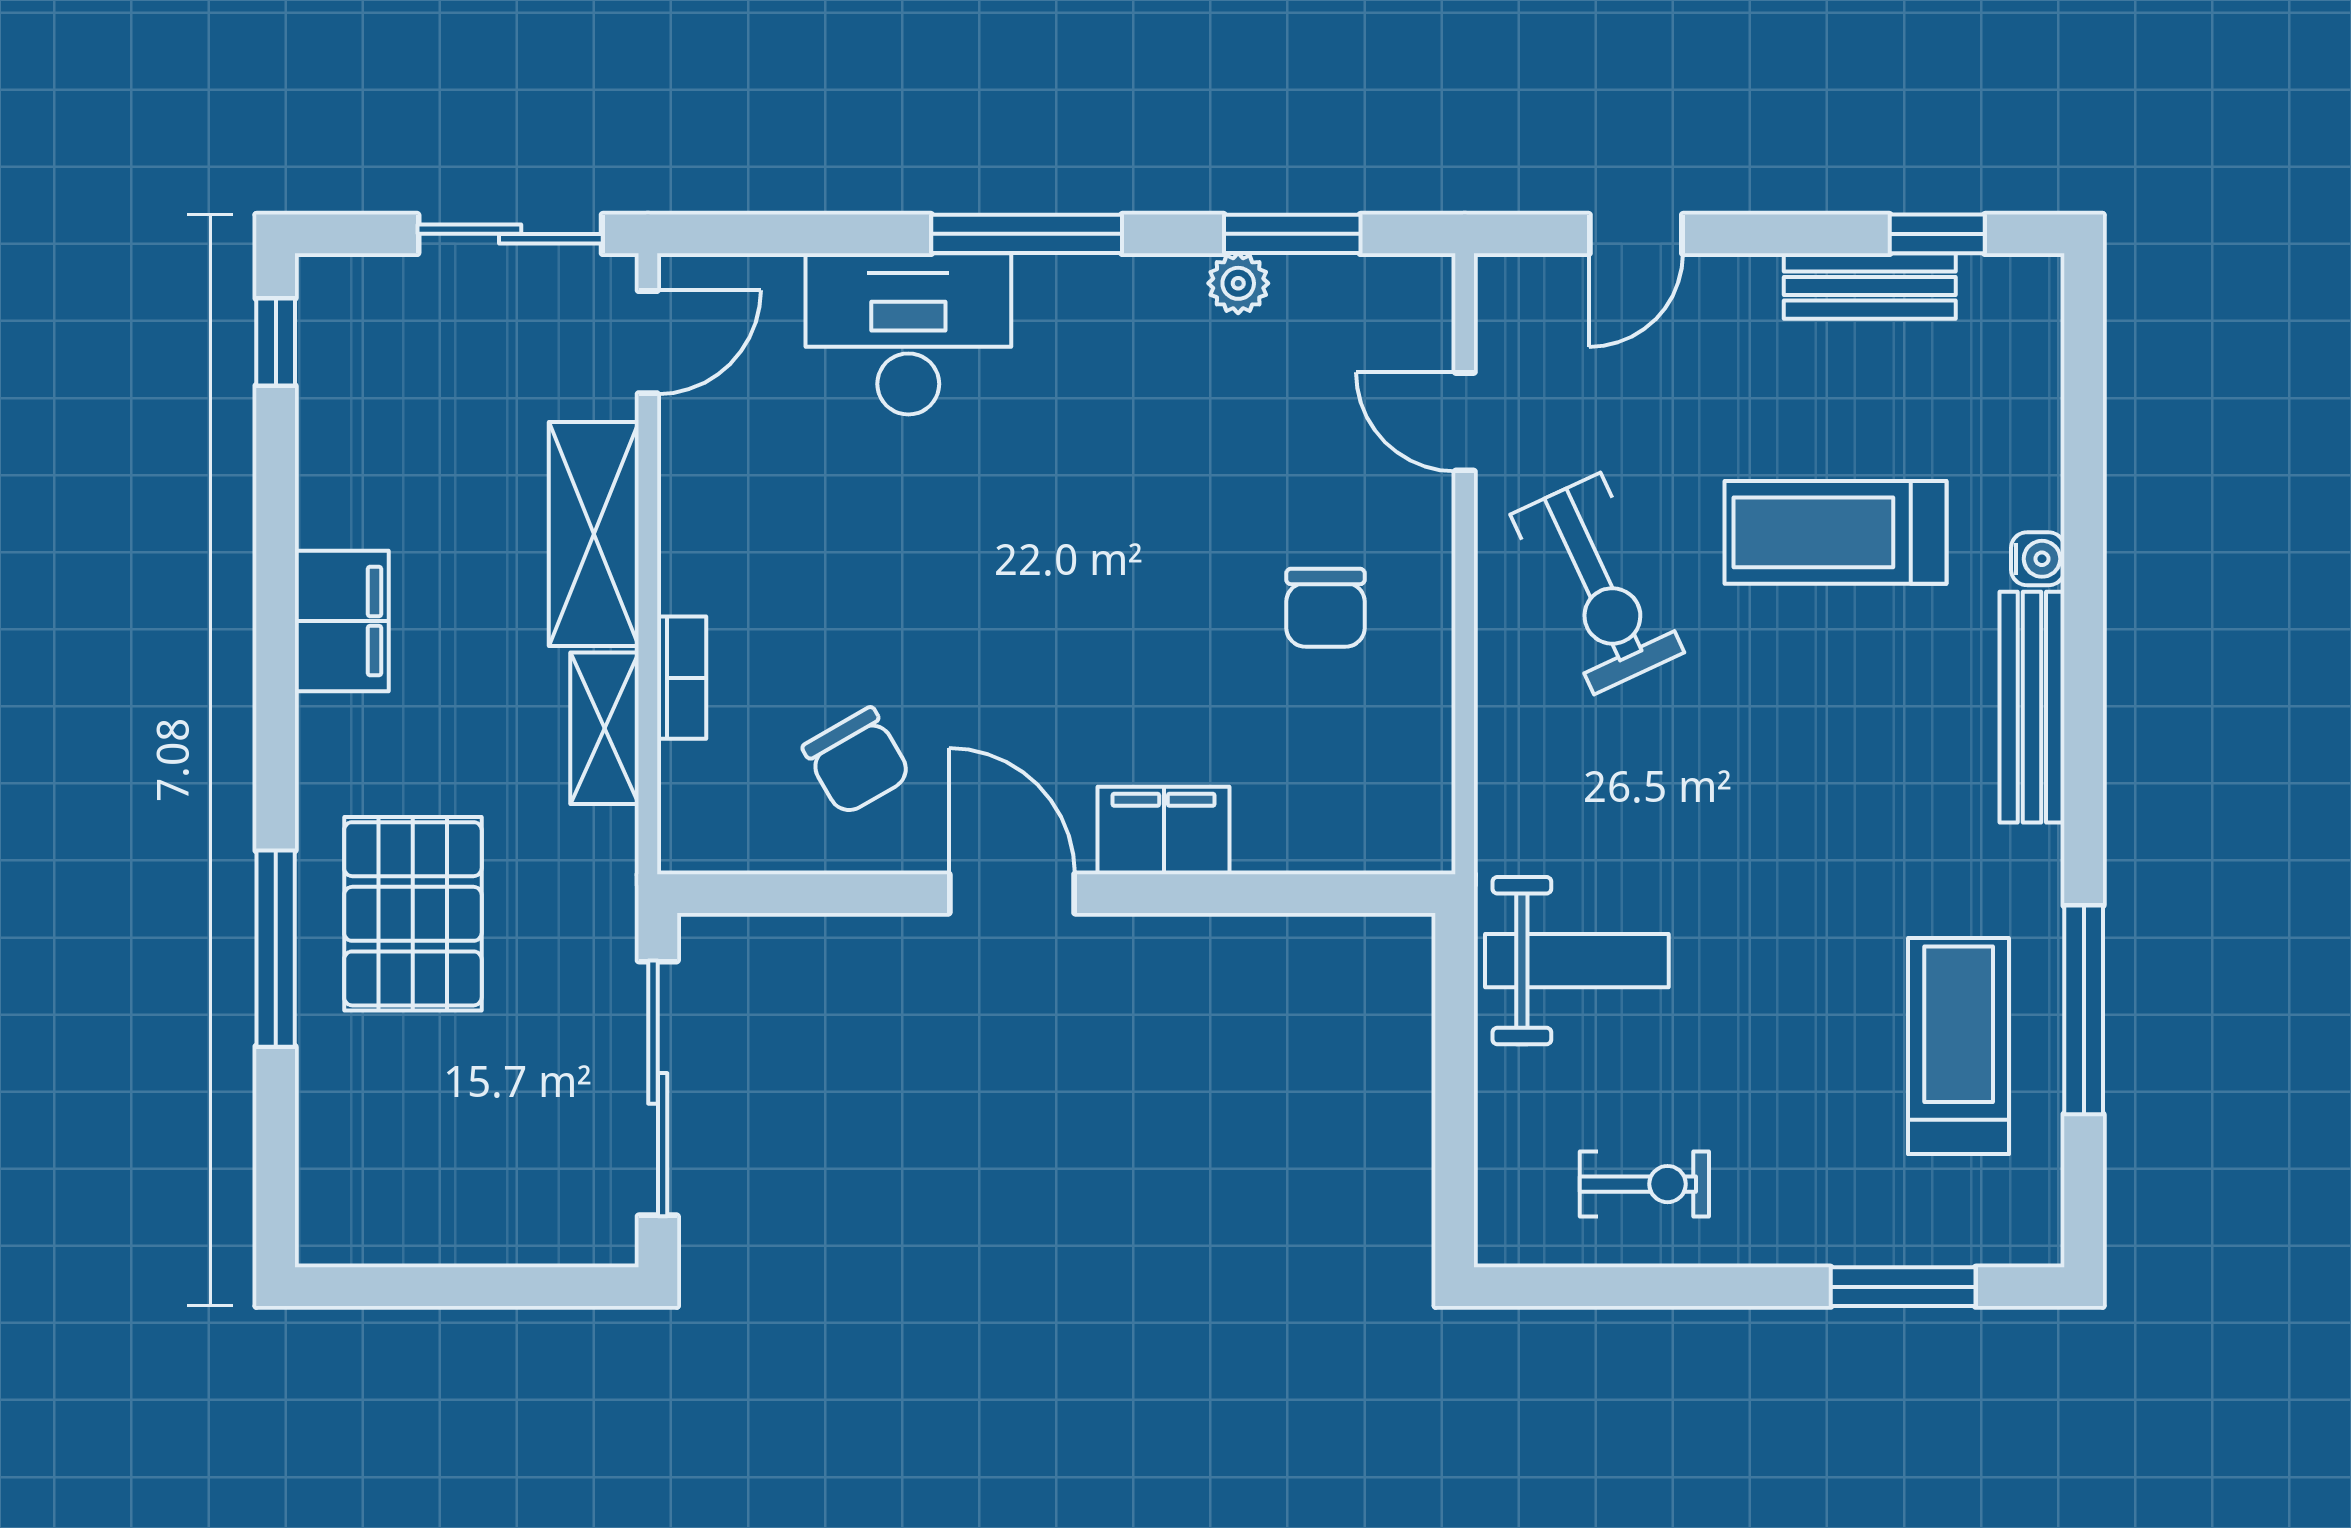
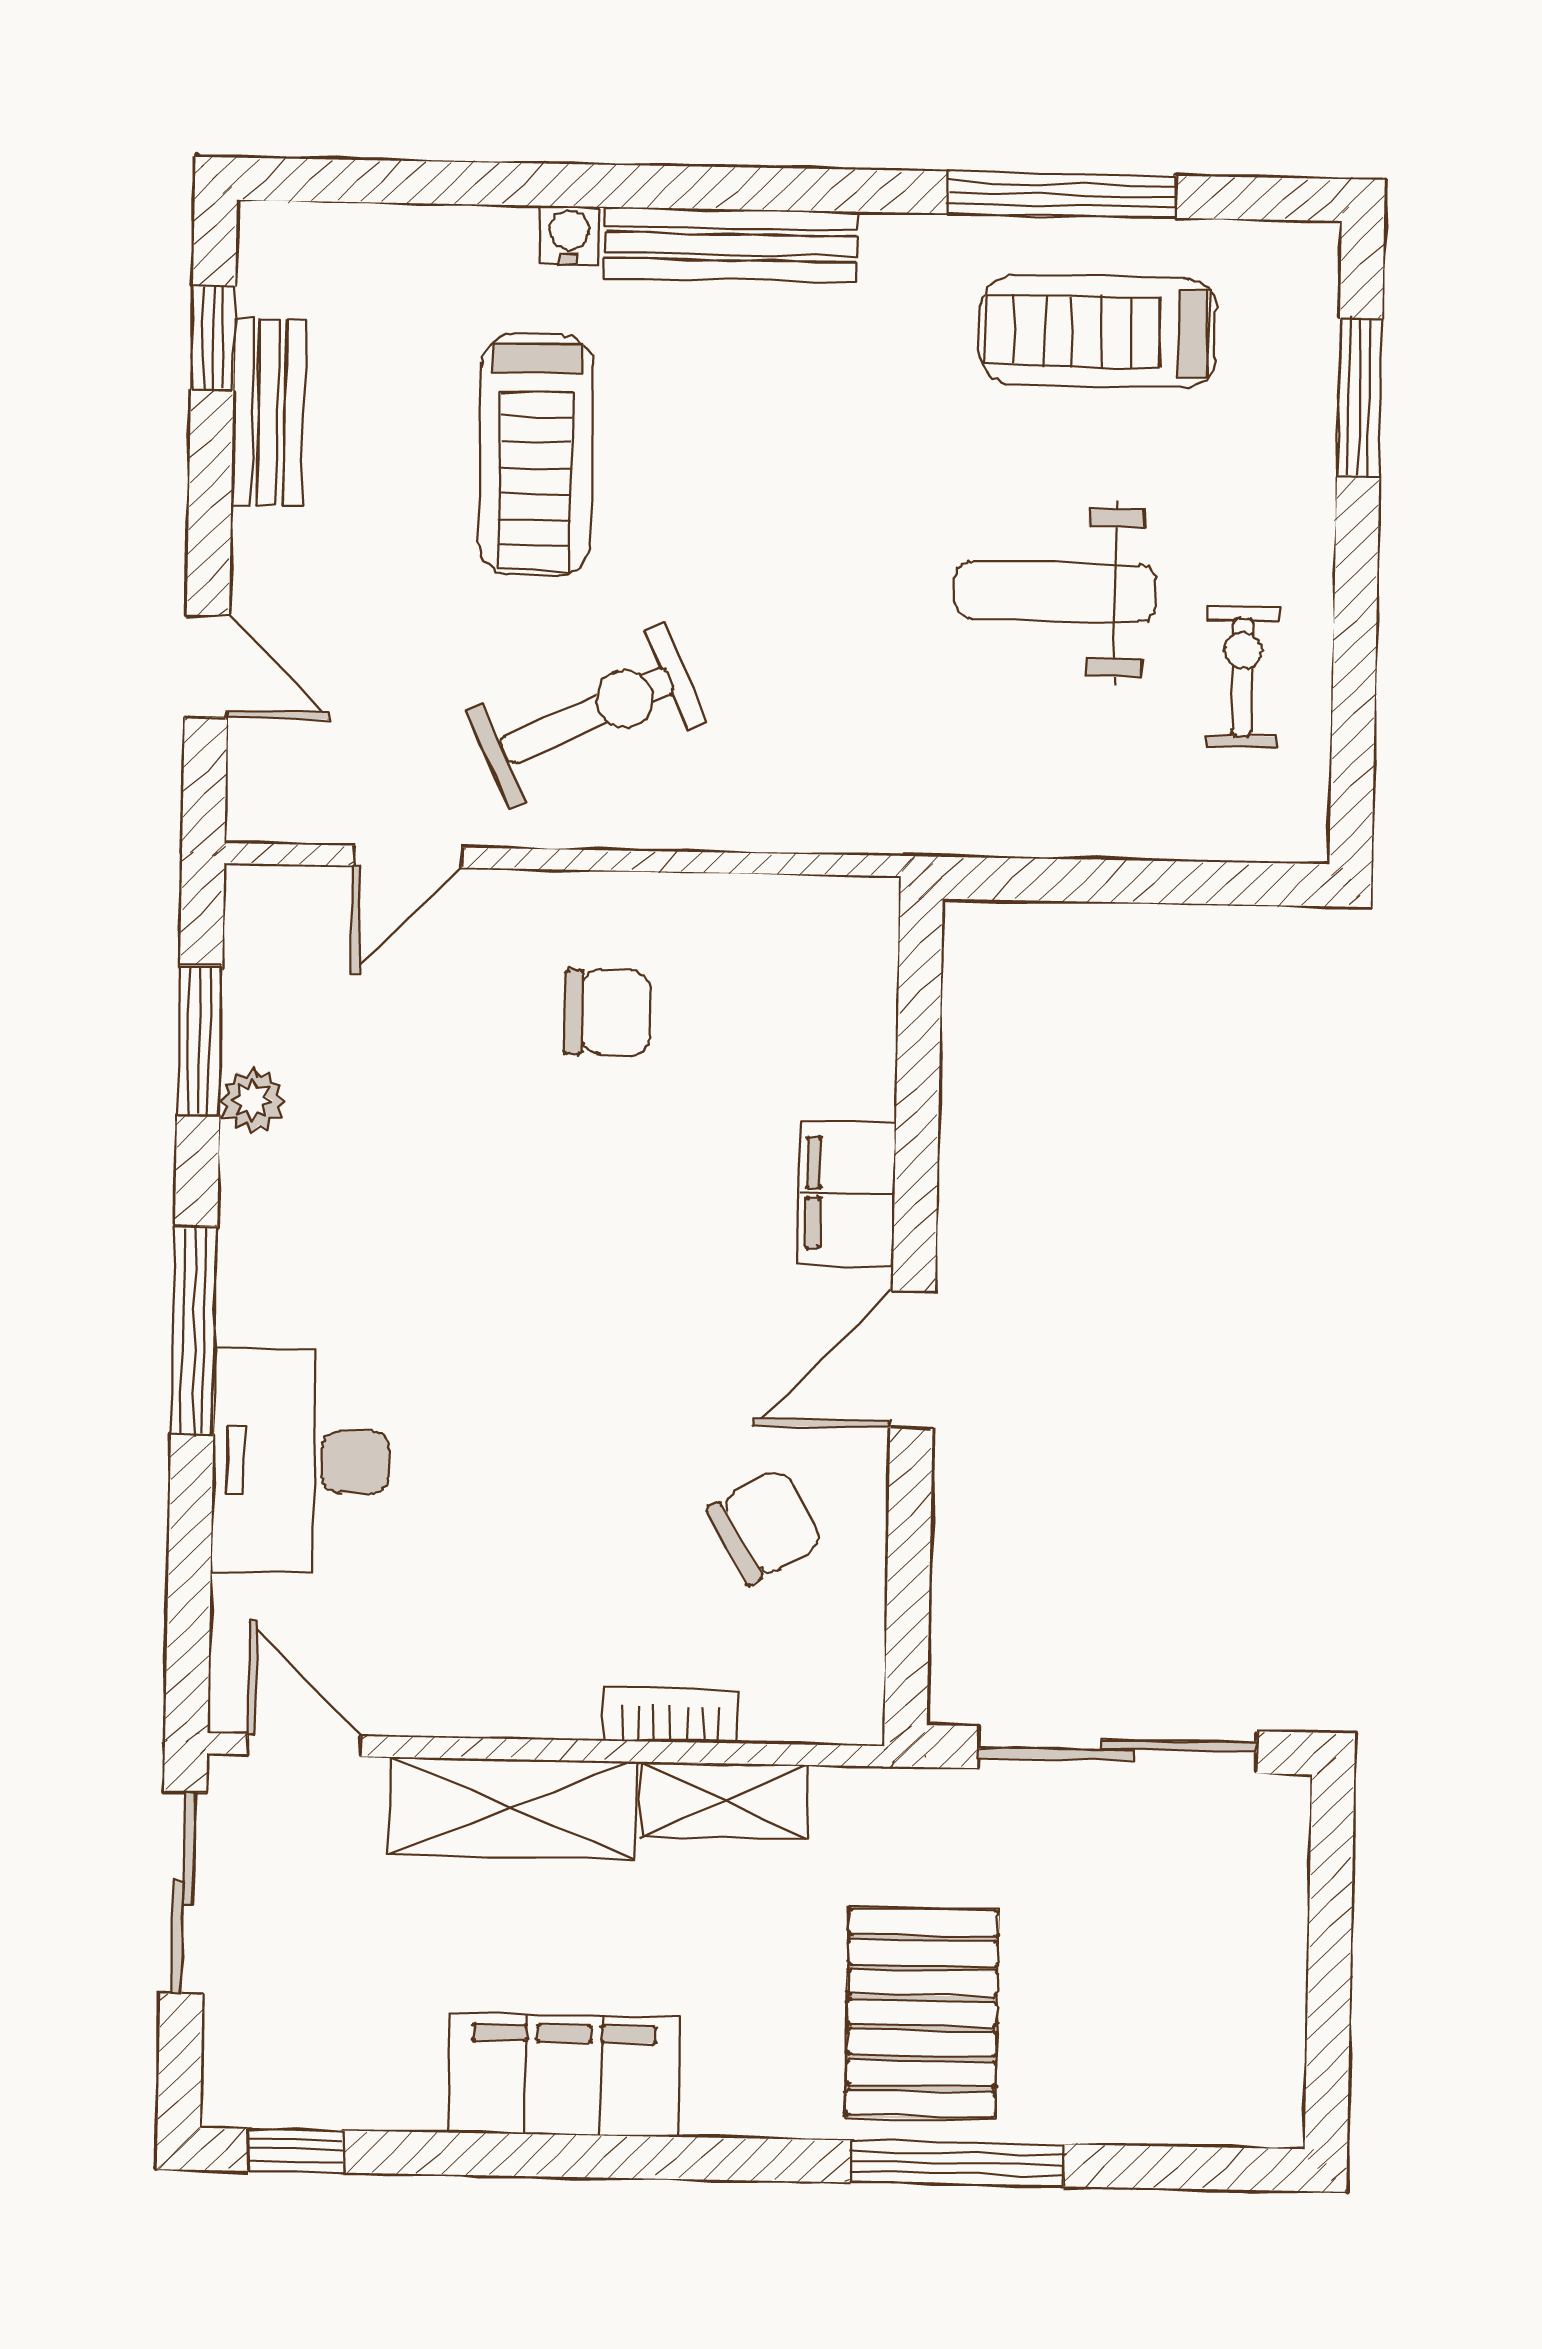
filing cabinet: (342, 621) -> (563, 2075), width x1.50, depth x1.17
pallet: (413, 914) -> (922, 2013), turned 90
weight bench: (1577, 961) -> (1055, 592), moved, turned -90

